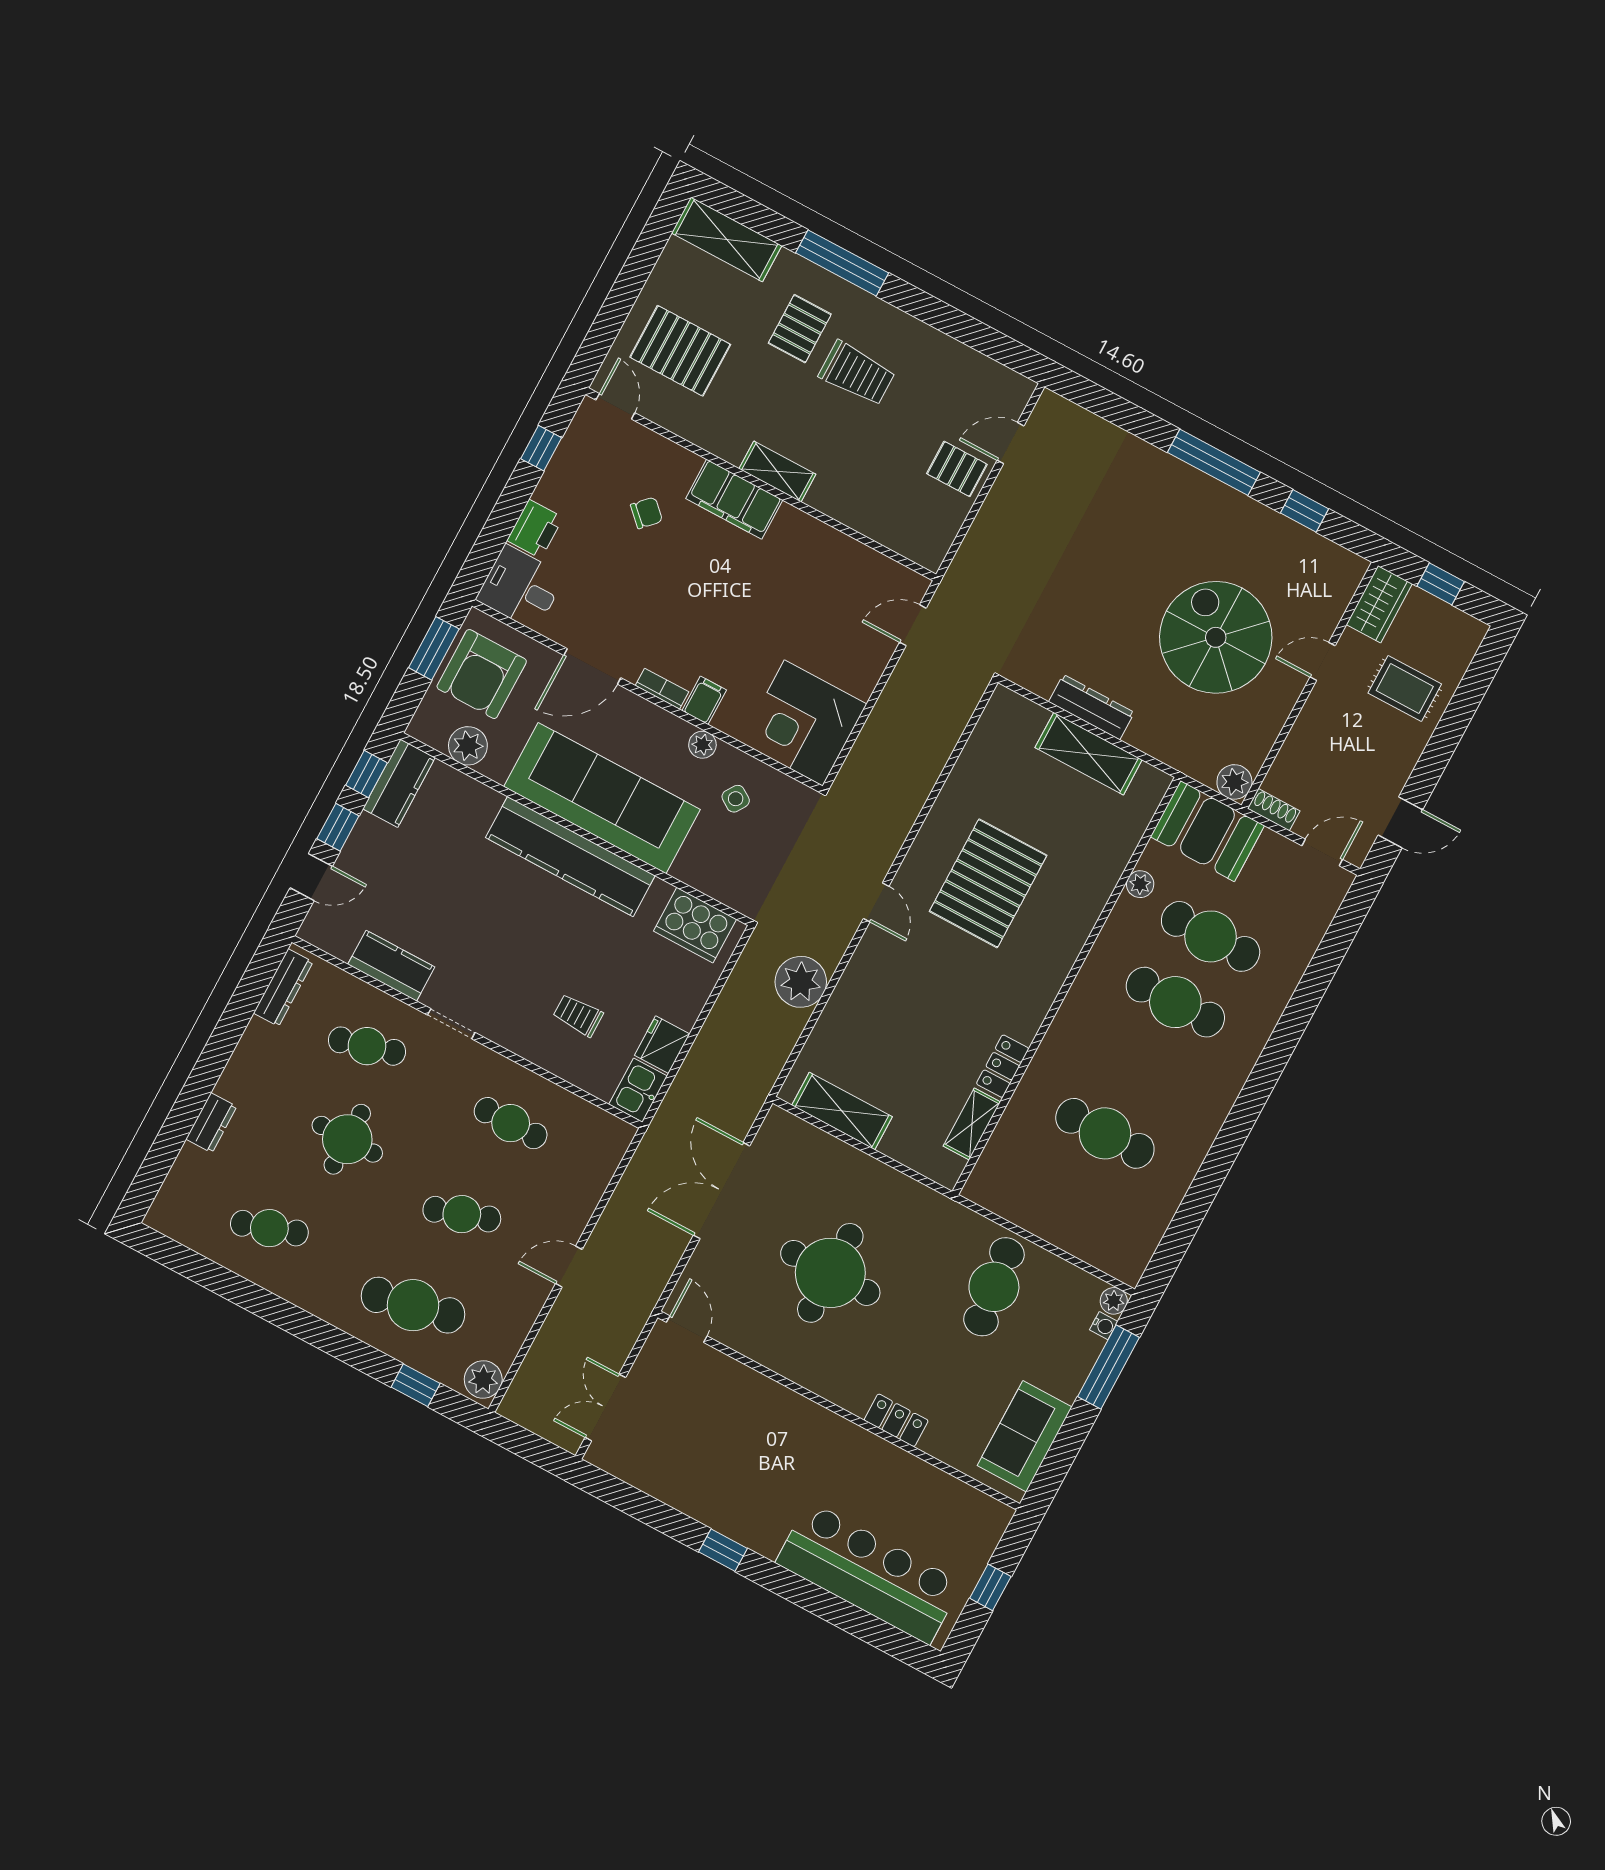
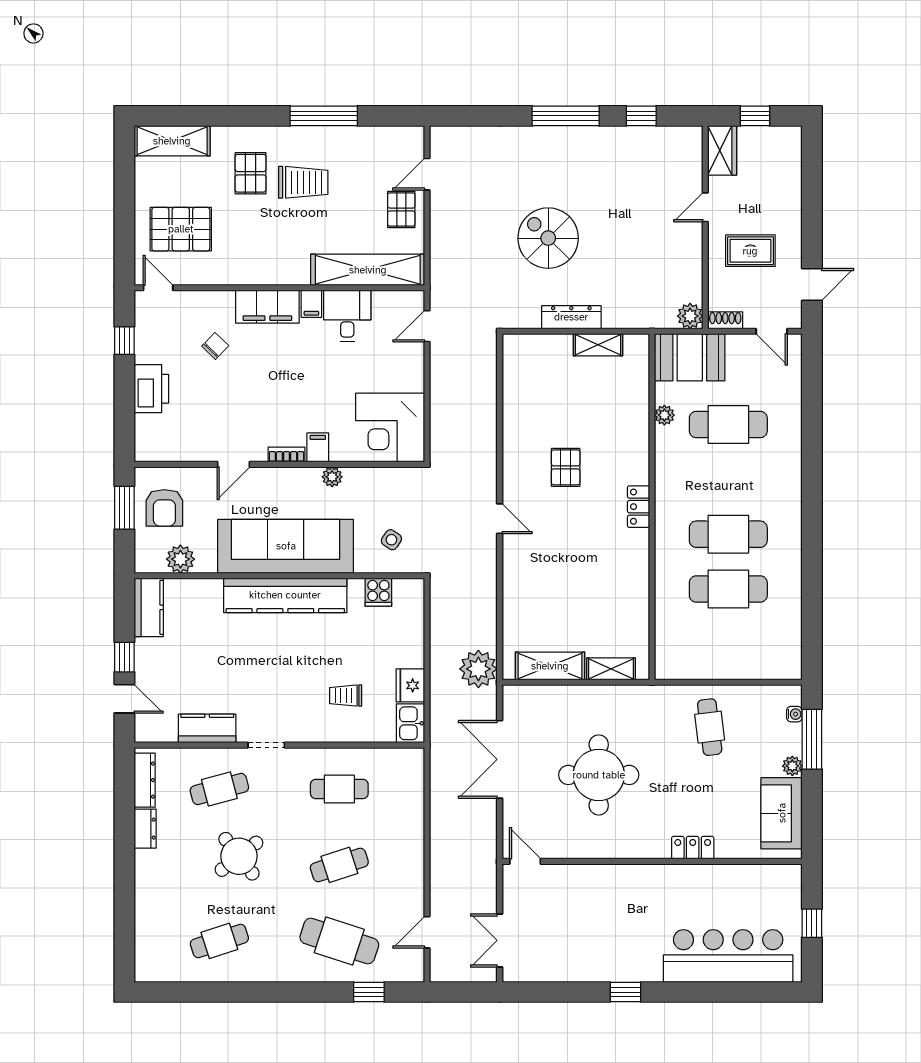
window: (842, 263) -> (324, 116), moved
pallet: (957, 469) -> (401, 210), turned 90
shelving: (777, 471) -> (368, 270), moved, width x2.20, depth x1.33
filing cabinet: (789, 524) -> (311, 304), added
printer: (535, 529) -> (151, 389), width x1.37, depth x1.19
desk: (521, 588) -> (347, 316), moved, turned 90
spiral stairs: (1216, 637) -> (548, 238), moved, width x0.73, depth x0.73
door: (592, 666) -> (233, 464), width x0.73
armchair: (482, 674) -> (164, 508), width x0.73, depth x0.73
rug: (1405, 688) -> (750, 251), moved
shelving: (1089, 754) -> (598, 345), width x0.67, depth x0.75
window: (366, 774) -> (124, 613), removed
side table: (736, 799) -> (391, 540), moved
door: (1322, 853) -> (772, 331), swing flipped
door: (311, 877) -> (124, 699), hinge flipped
pallet: (988, 883) -> (566, 467), width x0.49, depth x0.50
cooker: (695, 925) -> (378, 592), width x0.53, depth x0.76
plant: (801, 982) -> (478, 669), moved
cafe table: (1175, 1002) -> (728, 534), moved
locker: (1003, 1066) -> (639, 507), moved
dresser: (211, 1123) -> (145, 829), moved
shelving: (972, 1124) -> (611, 669), moved, turned 90
round table: (347, 1139) -> (239, 856), turned -38
door: (569, 1267) -> (427, 932), moved
cafe table: (994, 1287) -> (710, 727), width x0.73, depth x0.74
plant: (1114, 1301) -> (792, 766), moved
cafe table: (413, 1305) -> (339, 941), turned 30
plant: (483, 1380) -> (411, 965), removed

